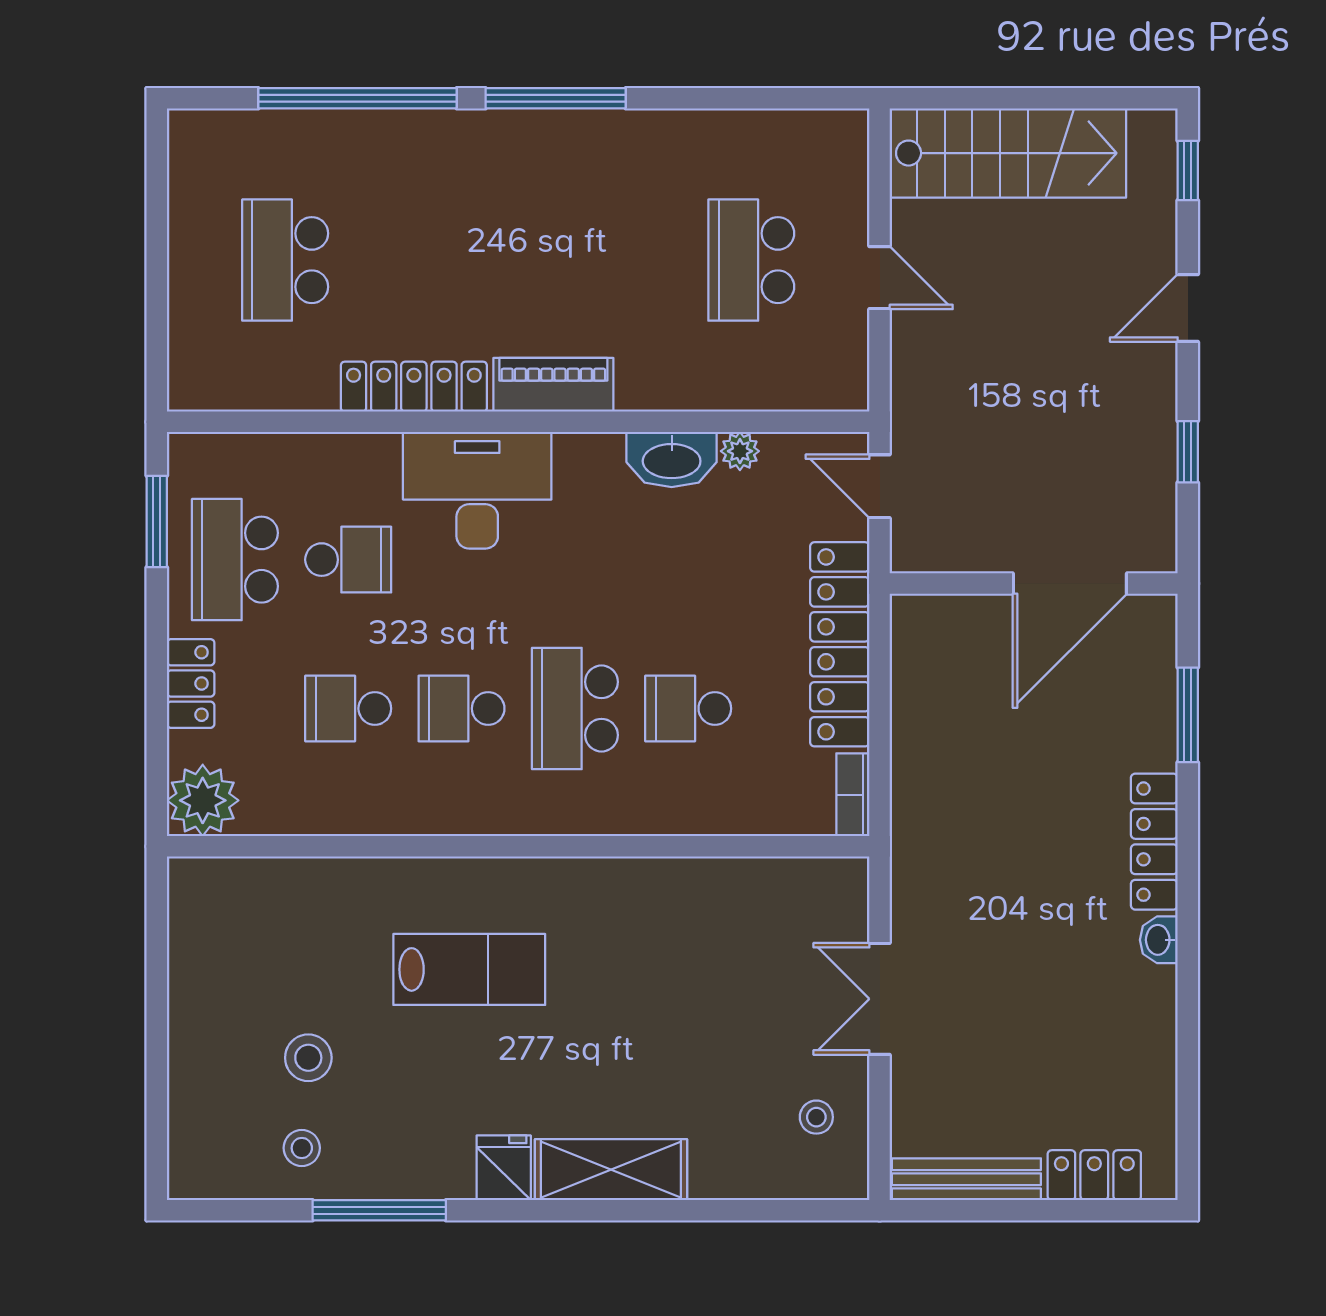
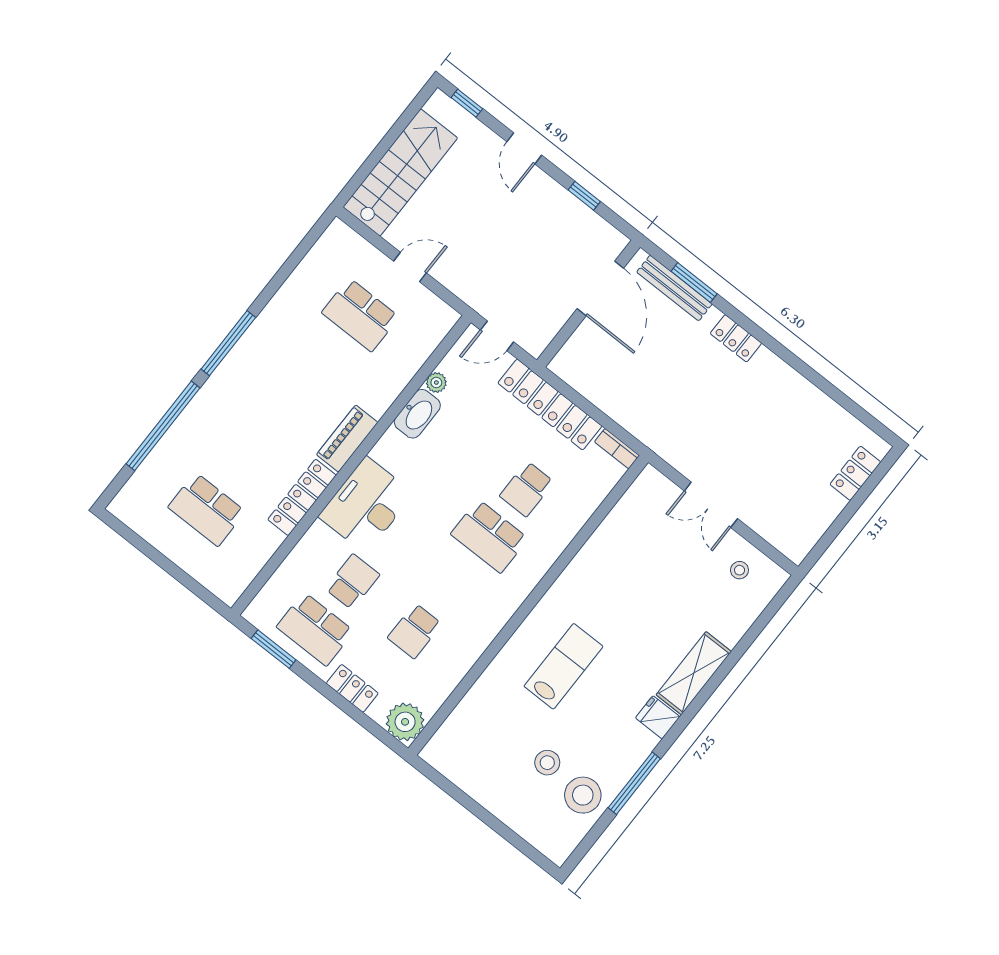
school desk: (462, 709) -> (452, 584), removed
locker: (1154, 842) -> (736, 338), width x0.66
washbasin: (1159, 940) -> (778, 369), removed
stool: (302, 1148) -> (583, 795), width x1.89, depth x1.89
bench: (966, 1179) -> (674, 288), moved, turned 90

